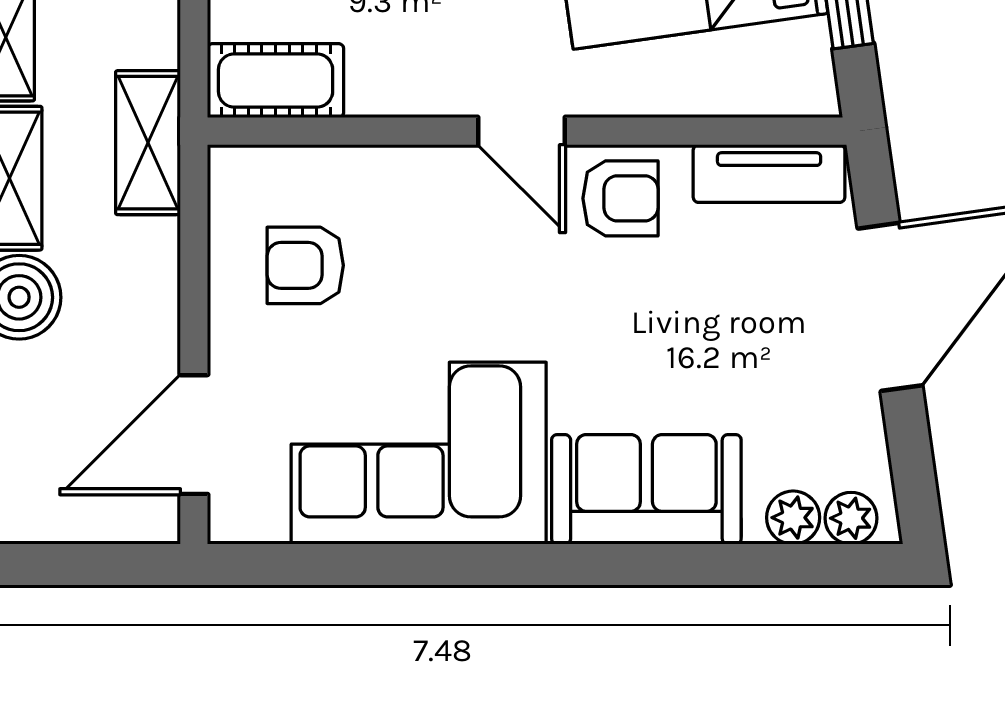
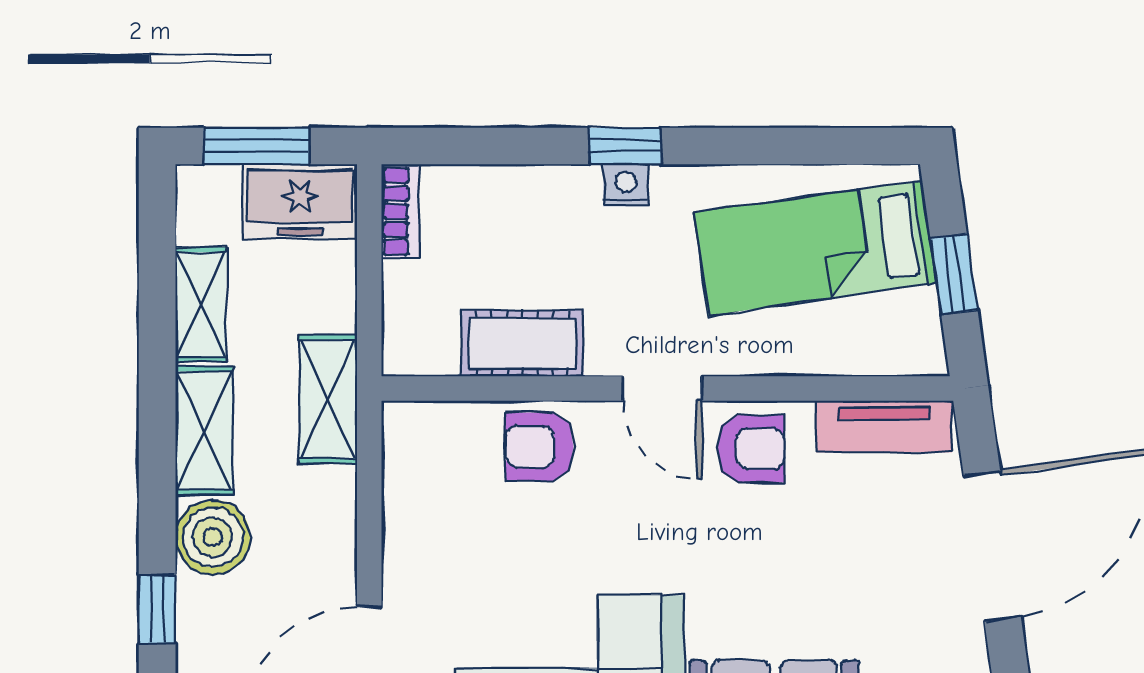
cot: (276, 81) -> (522, 343), moved
armchair: (305, 265) -> (539, 447), moved

